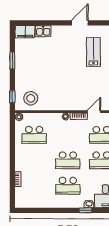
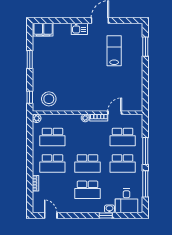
kitchen sink: (43, 31) -> (79, 29), moved
school desk: (34, 160) -> (52, 163), added
door: (32, 210) -> (51, 215), added

